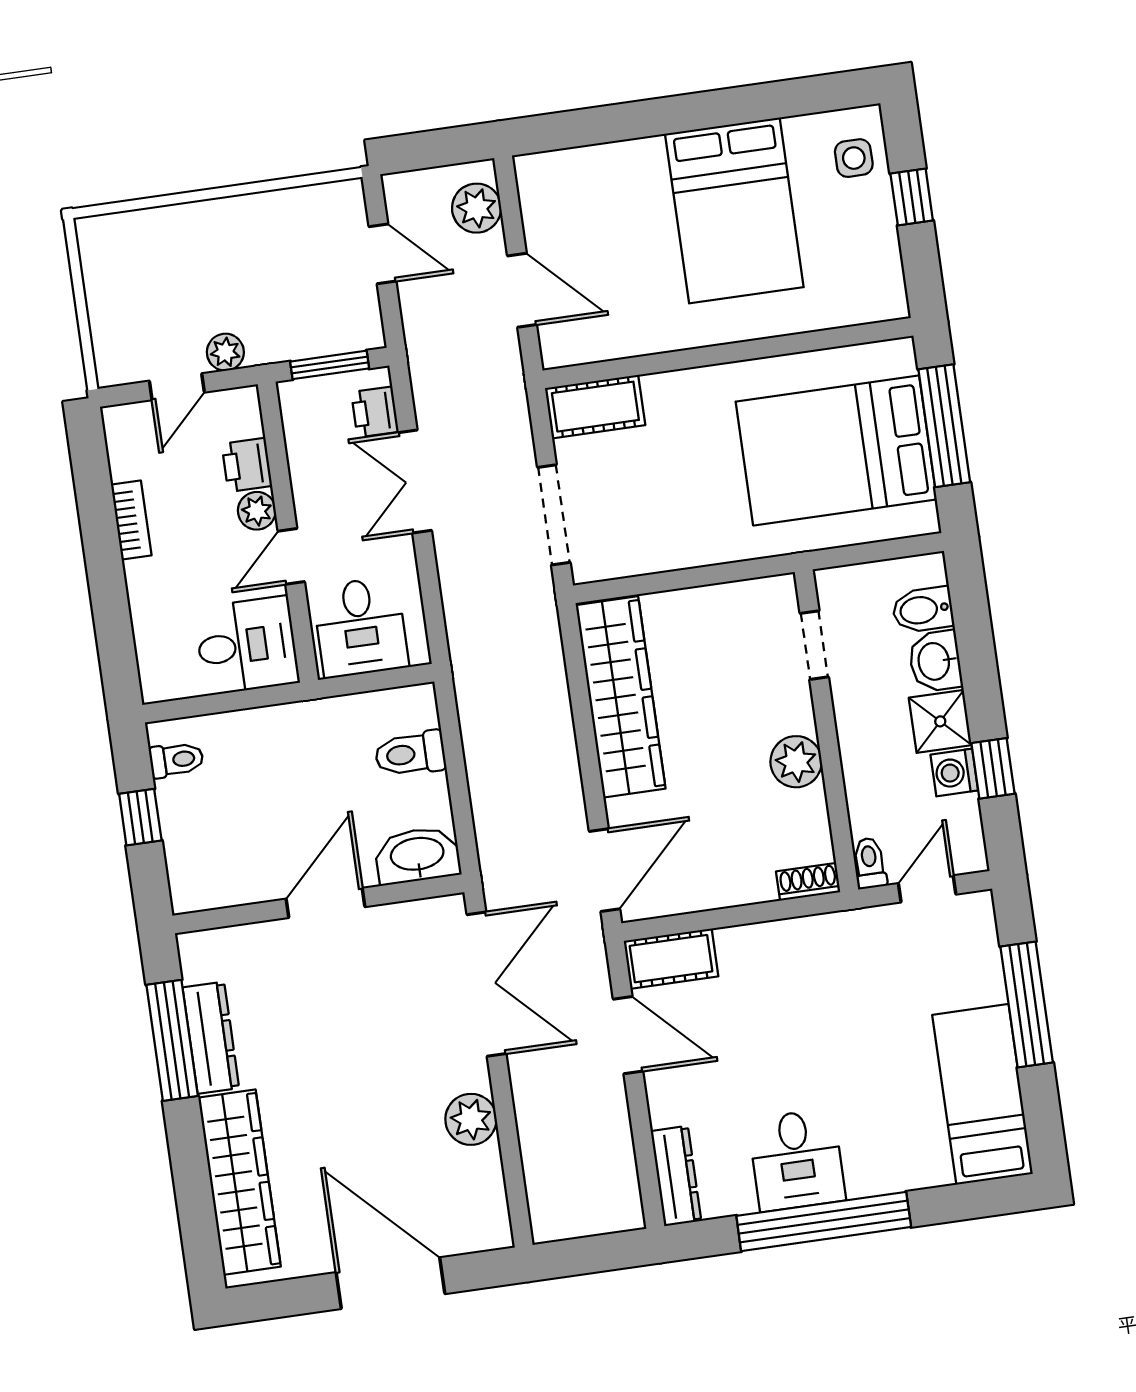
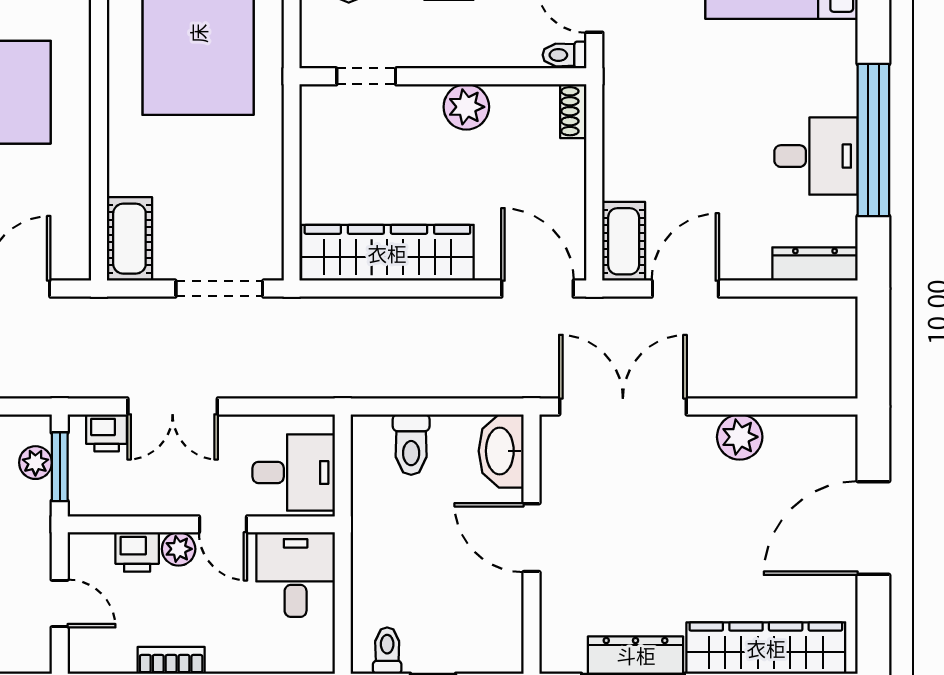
plant: (225, 352) -> (35, 463), moved

